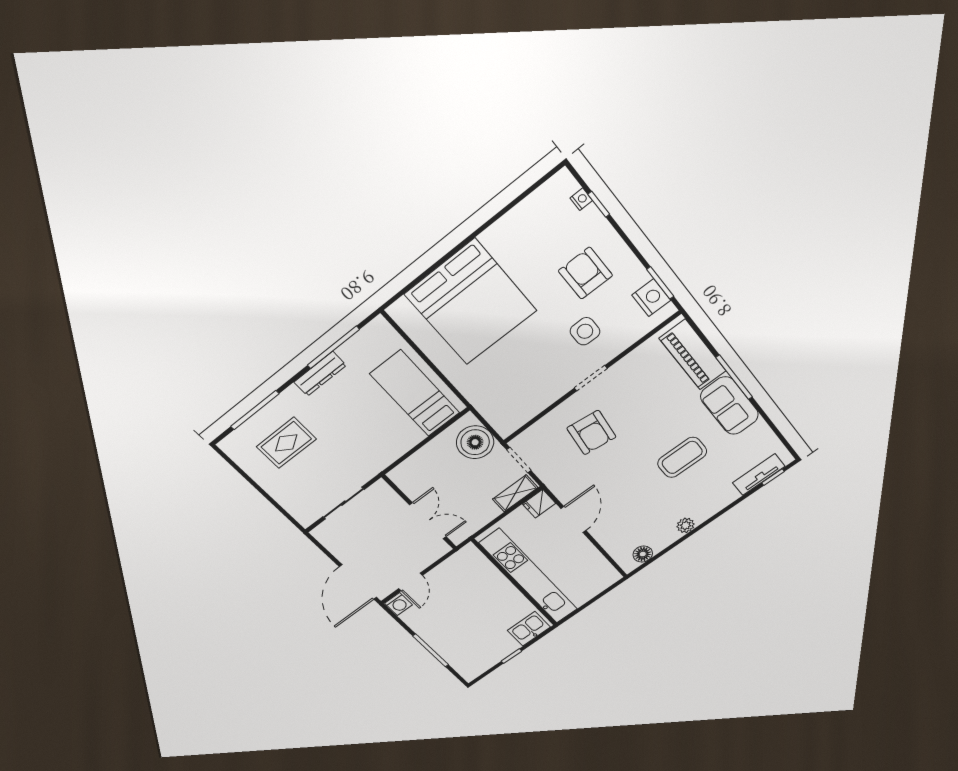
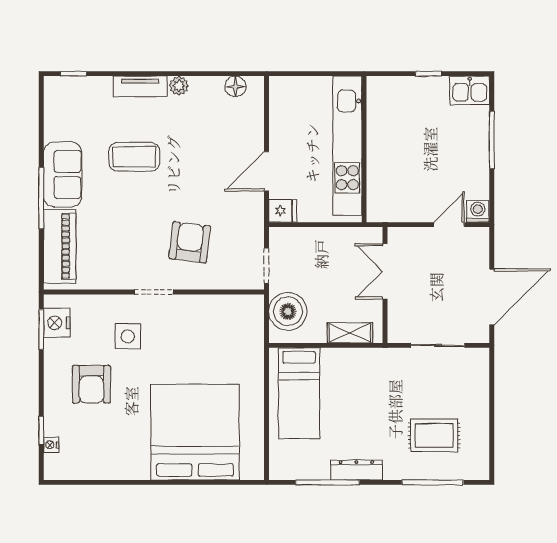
tv unit: (759, 475) -> (140, 86), moved
shelving: (515, 493) -> (350, 333), moved
door: (358, 582) -> (492, 297), moved
kitchen sink: (529, 629) -> (470, 90), moved

